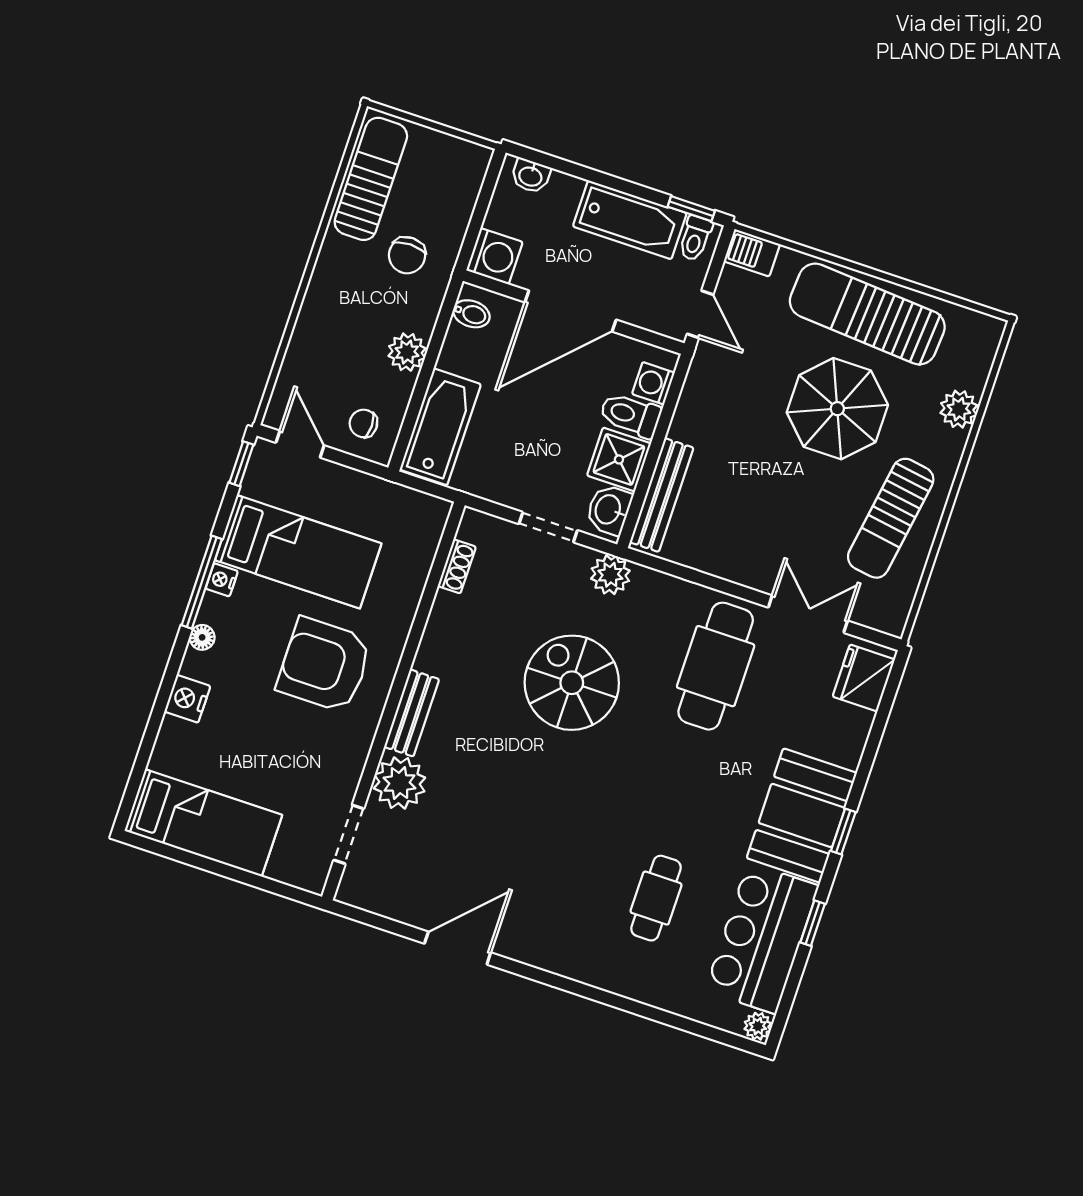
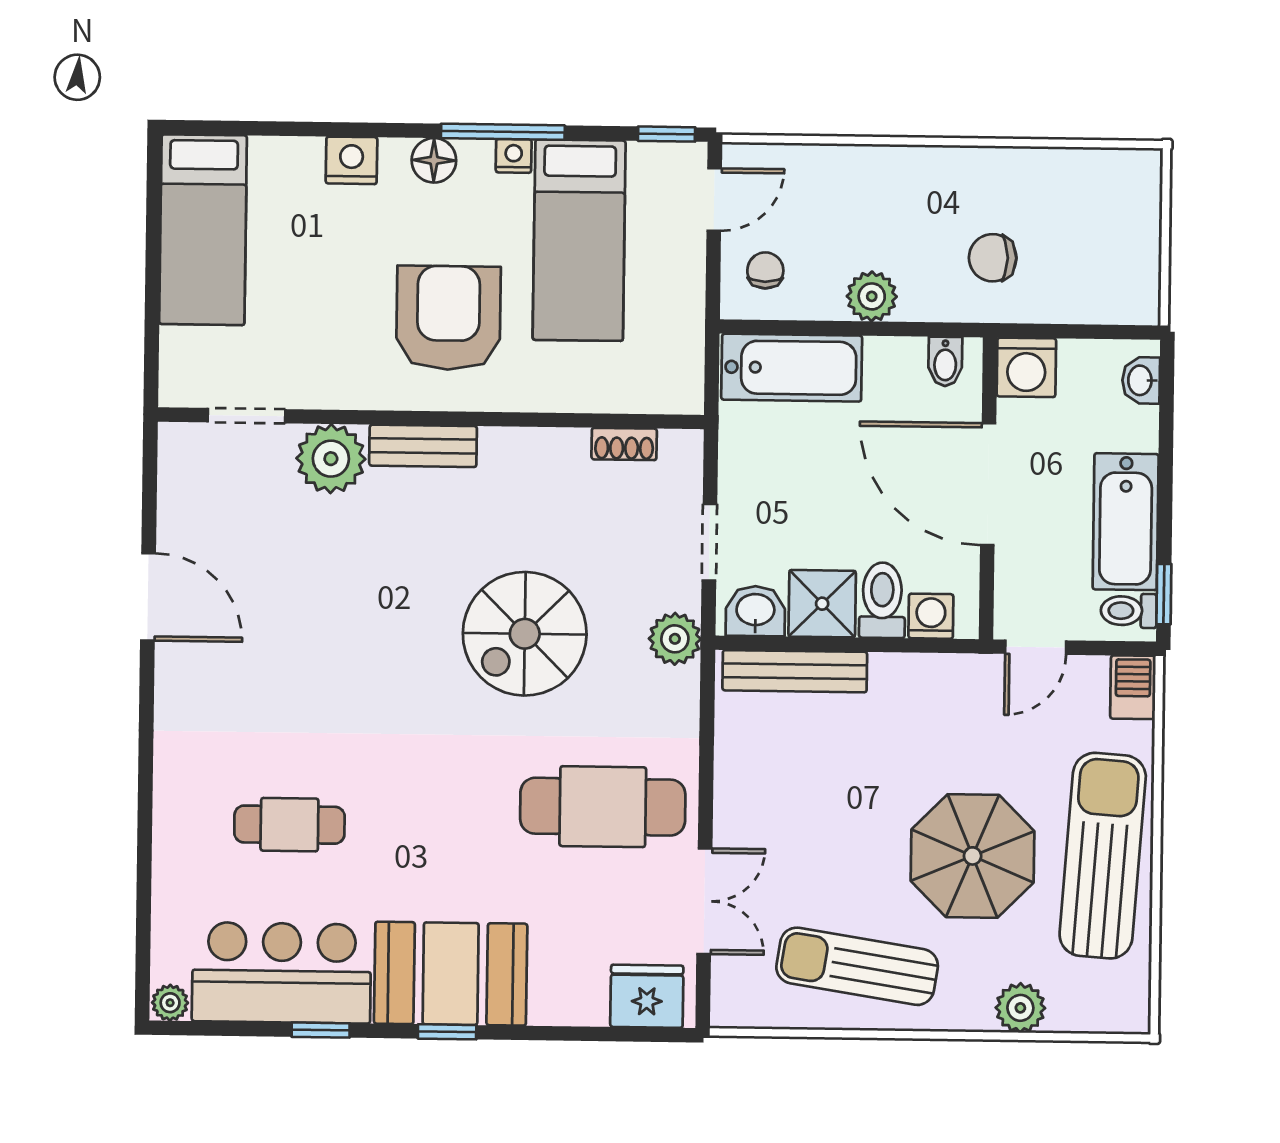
sun lounger: (371, 179) -> (1074, 182), removed
floor lamp: (202, 637) -> (434, 160), width x1.37, depth x1.37
spiral stairs: (572, 683) -> (525, 634), turned 180

